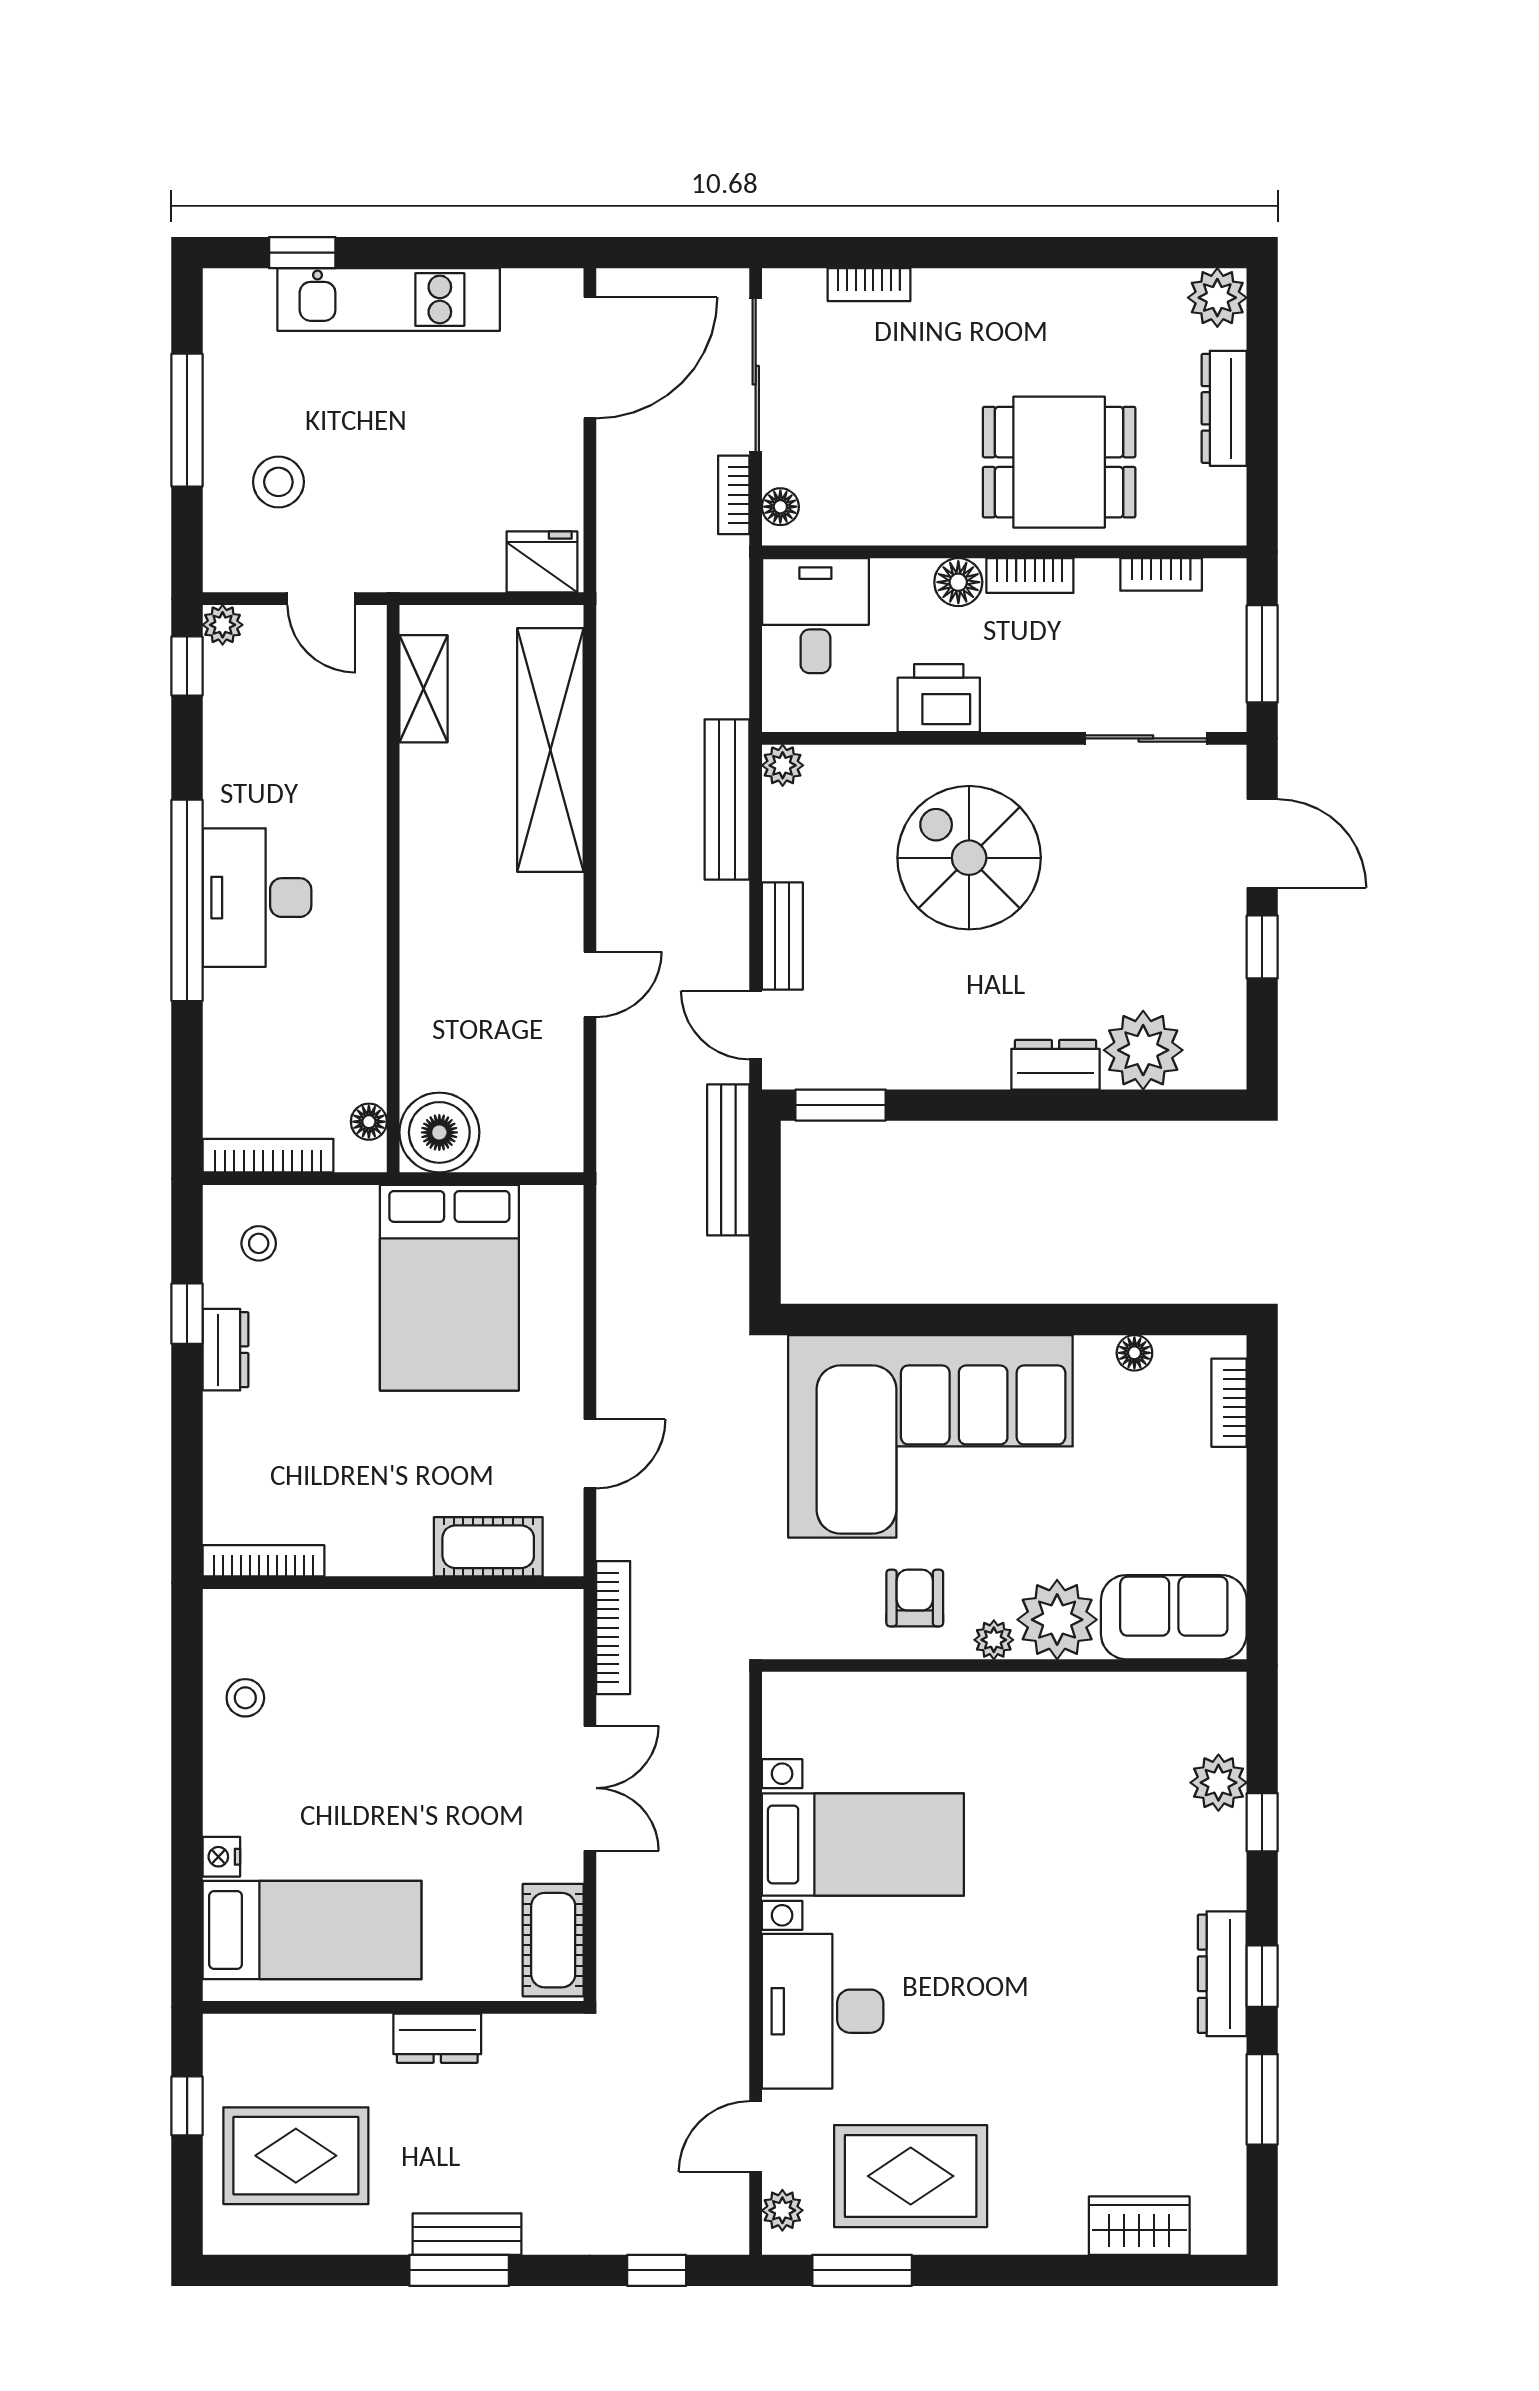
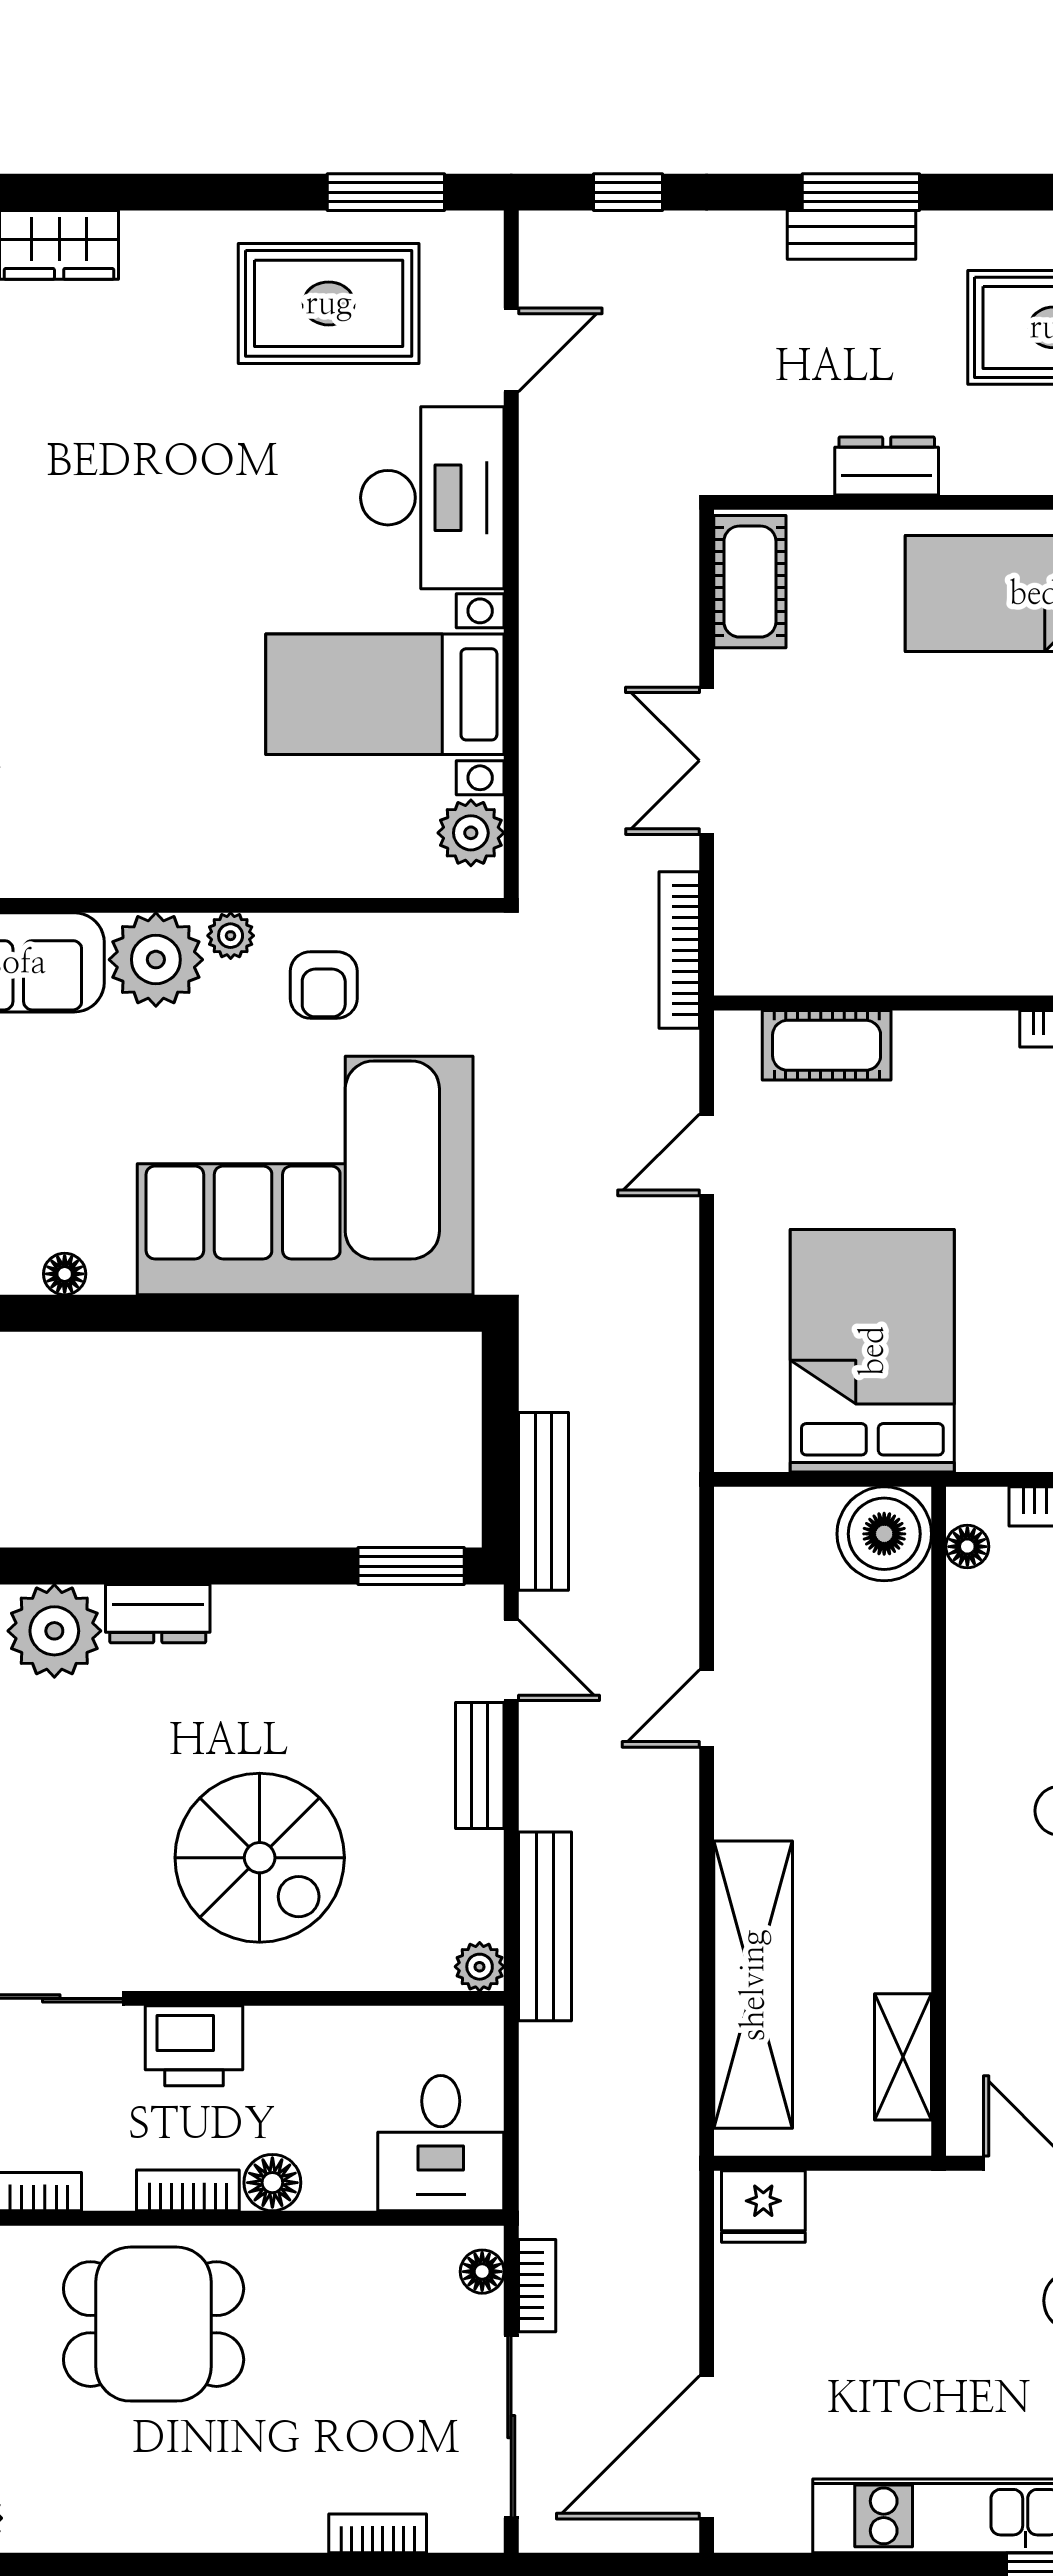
printer: (939, 698) -> (194, 2046), moved
plant: (782, 2210) -> (471, 833), moved, width x1.38, depth x1.38

